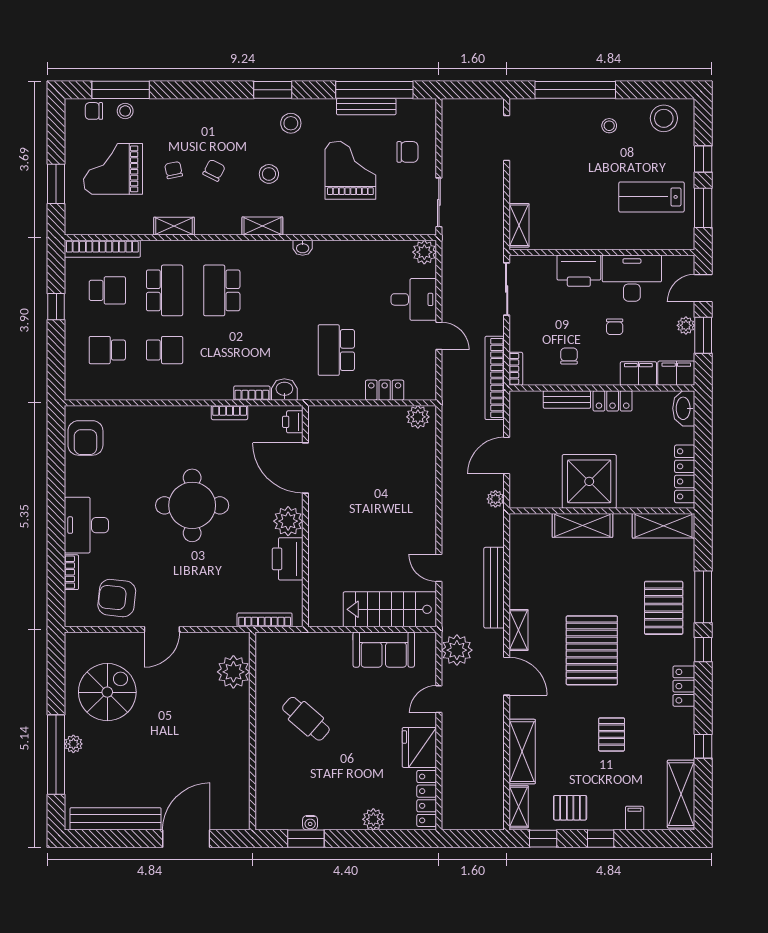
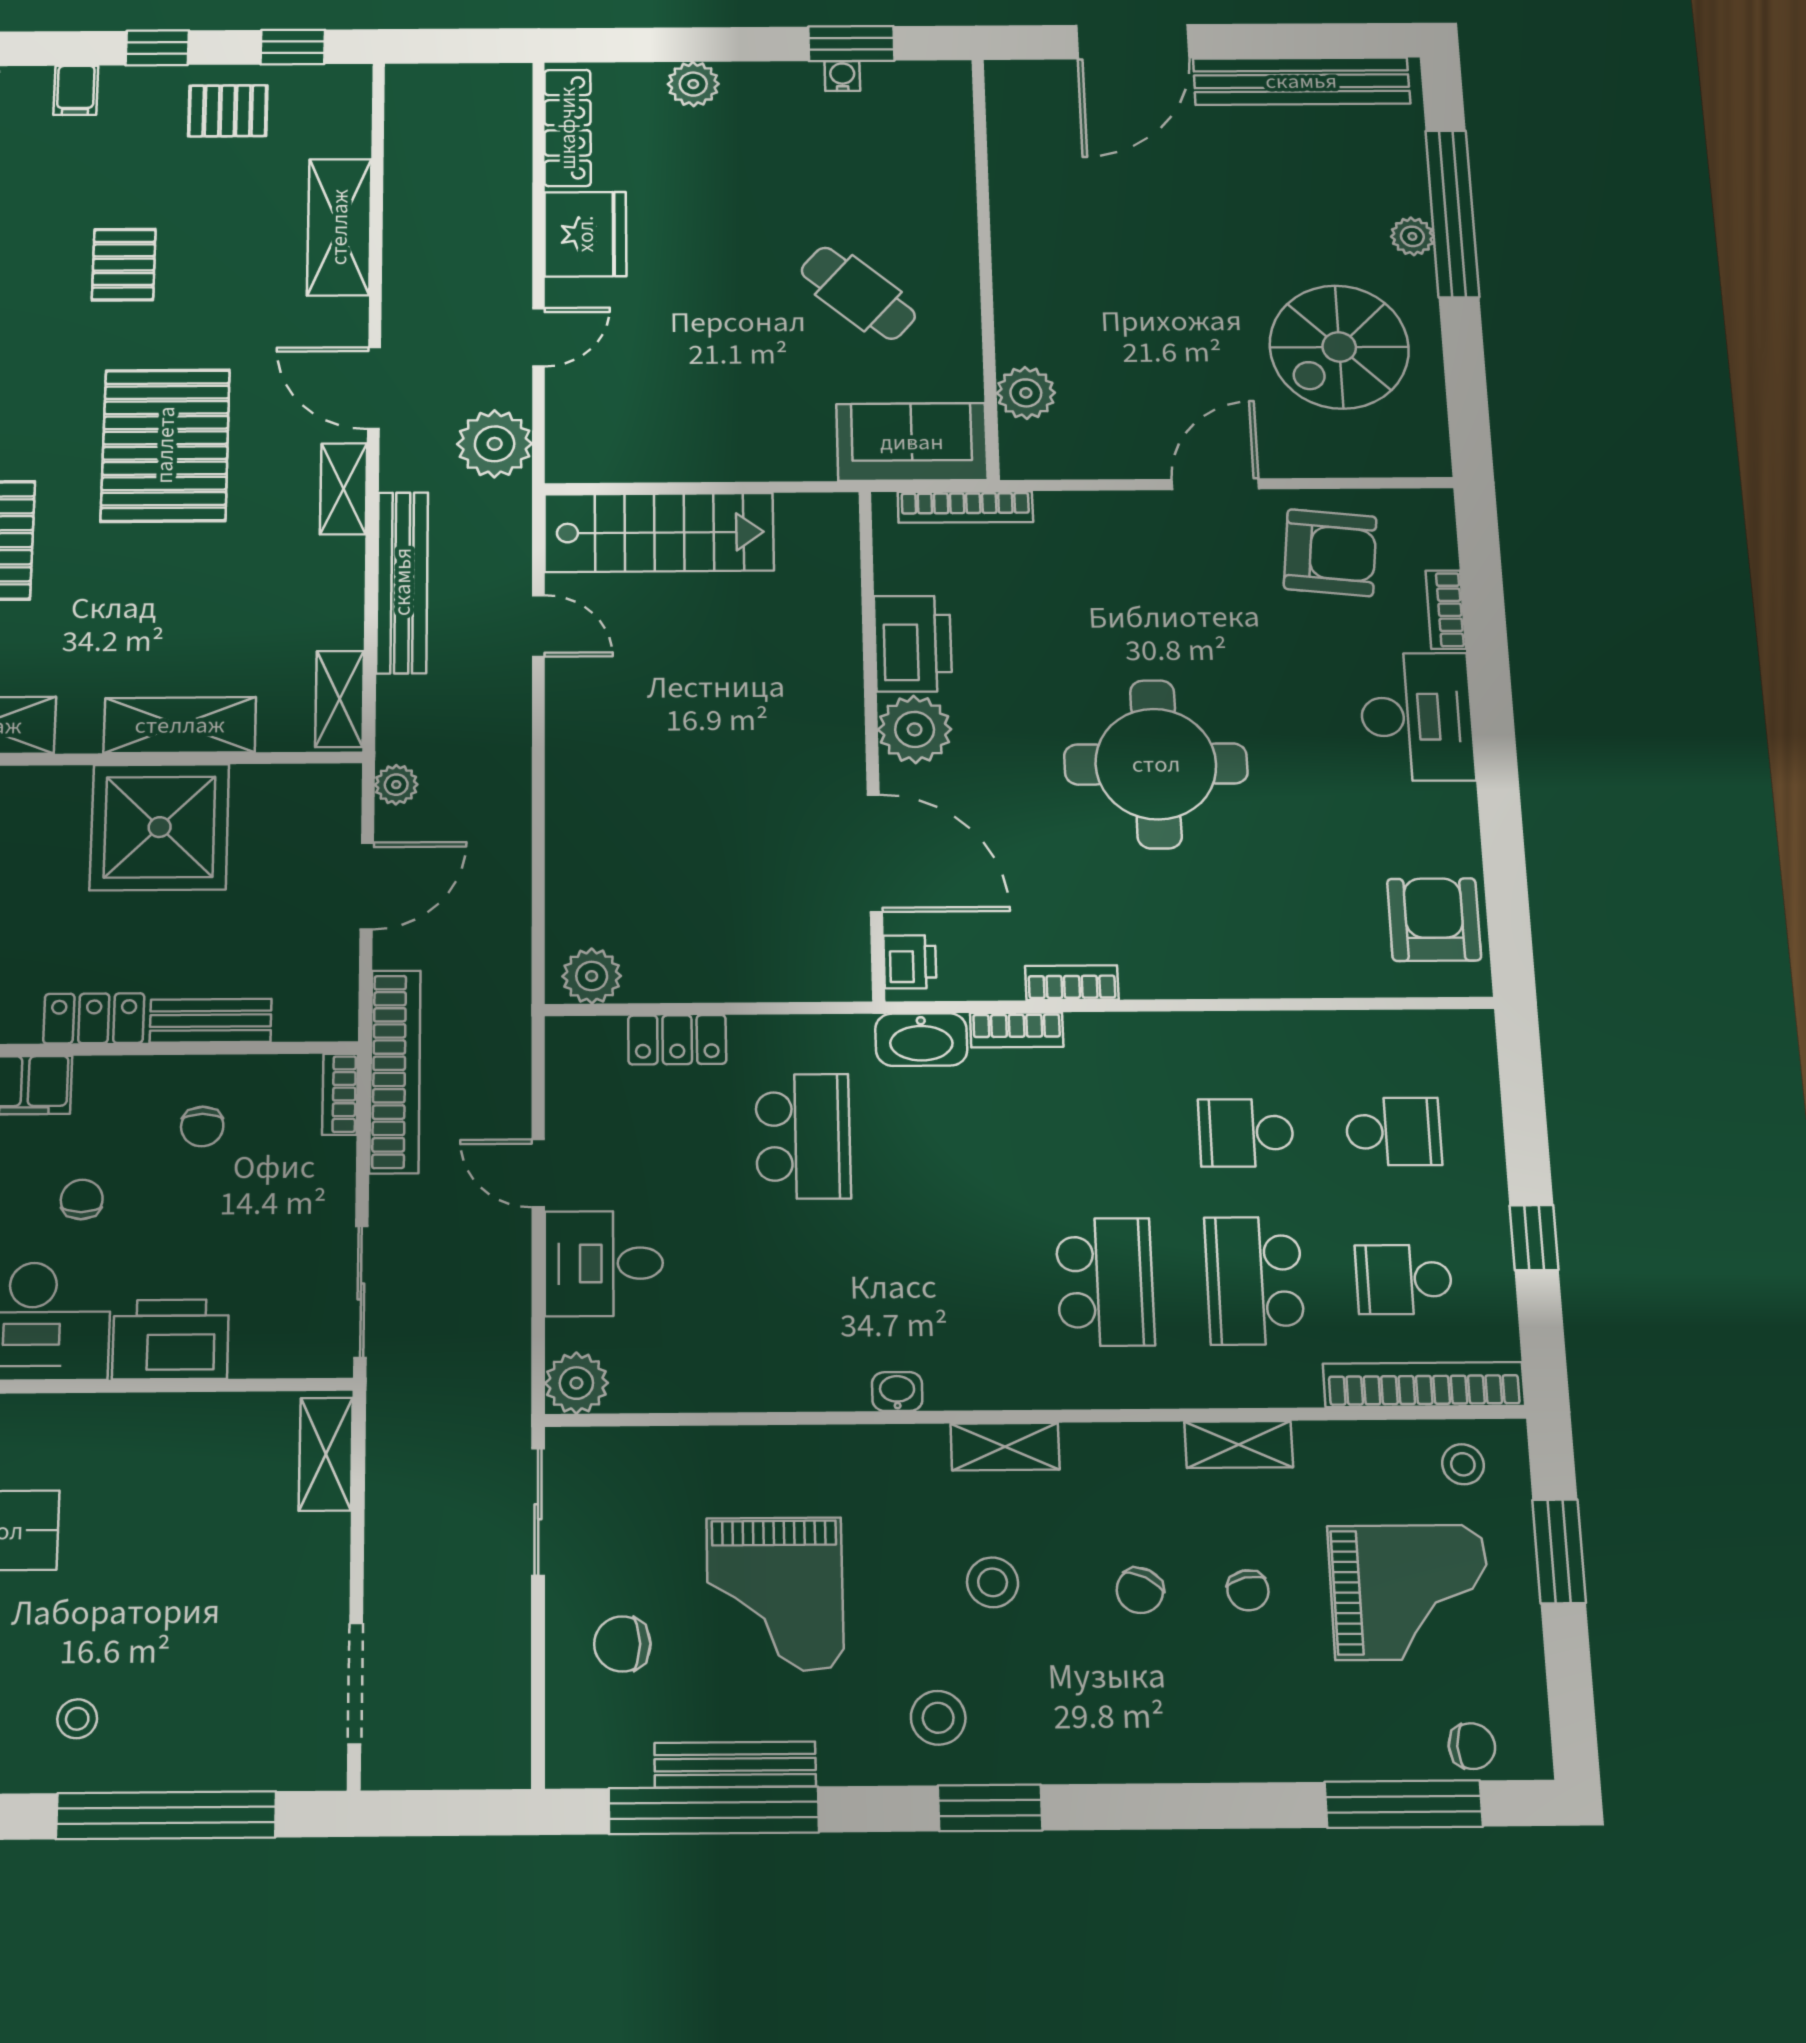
stool: (125, 111) -> (1463, 1464), moved
washbasin: (284, 389) -> (921, 1040), width x1.38
sofa: (384, 650) -> (912, 442), moved
plant: (233, 672) -> (1026, 393), width x0.73, depth x0.73
shelving: (519, 807) -> (340, 699), moved

